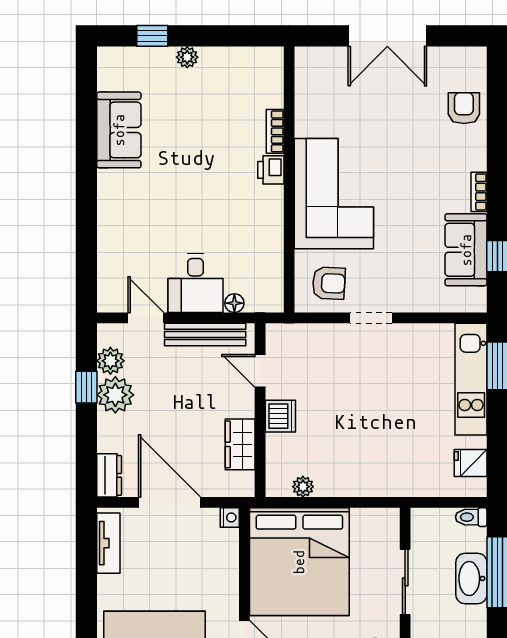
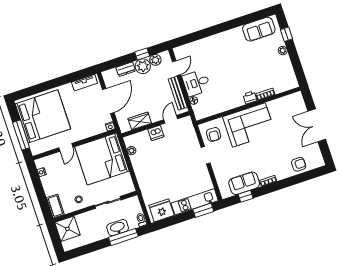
sofa: (119, 130) -> (259, 29), moved
fridge: (471, 463) -> (161, 210), width x1.88, depth x1.34
dresser: (109, 475) -> (126, 69), moved

